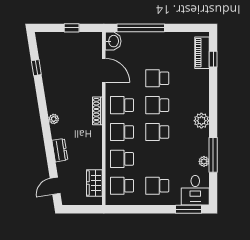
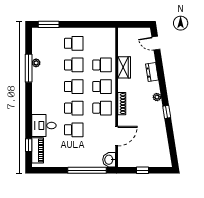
window: (36, 68) -> (167, 112), moved
door: (104, 70) -> (117, 136), swing flipped
plant: (201, 121) -> (38, 96), removed
wardrobe: (94, 183) -> (124, 67), moved
door: (55, 186) -> (156, 43), swing flipped
school desk: (122, 186) -> (74, 65), moved
desk: (195, 190) -> (44, 126), moved, turned -90

